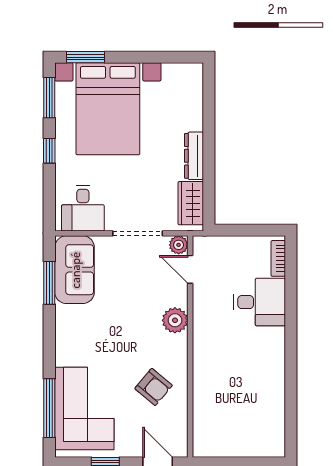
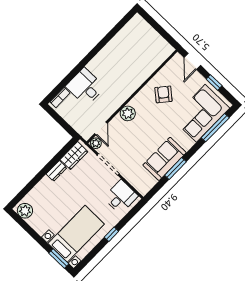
plant: (185, 76) -> (25, 211), added
window: (49, 98) -> (90, 256), removed
bed with nightstands: (108, 109) -> (76, 234), width x0.73
dresser: (194, 156) -> (56, 171), width x0.70
sofa: (75, 270) -> (165, 159), moved
window: (49, 283) -> (175, 169), moved

